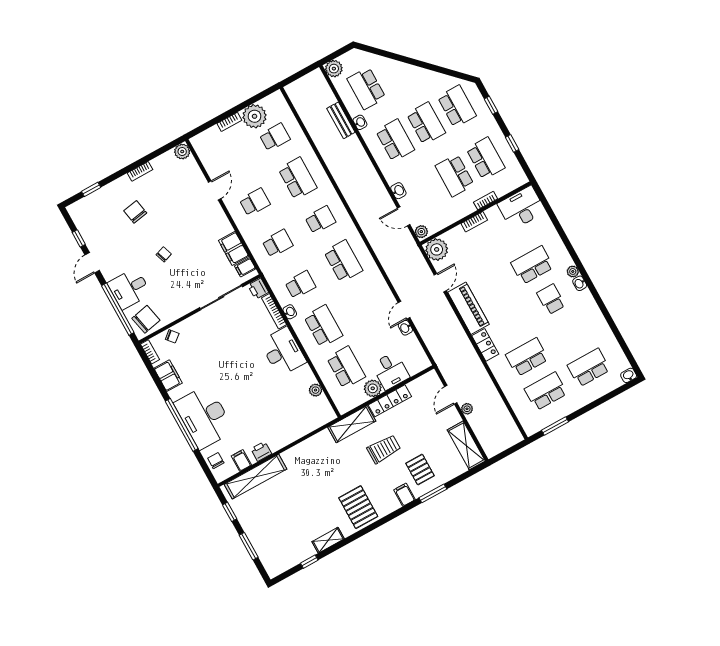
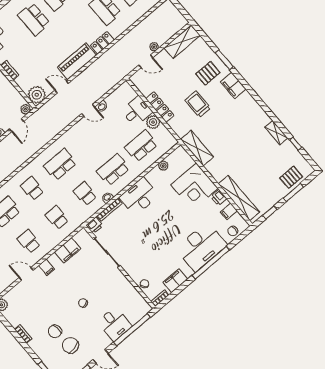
filing cabinet: (245, 267) -> (47, 267), moved
chair: (146, 319) -> (70, 345), moved
corner desk: (281, 424) -> (194, 187), added
shelving: (352, 424) -> (197, 148), moved
filing cabinet: (404, 495) -> (233, 85), width x2.00
pallet: (358, 507) -> (291, 177), moved, width x0.67, depth x0.71

